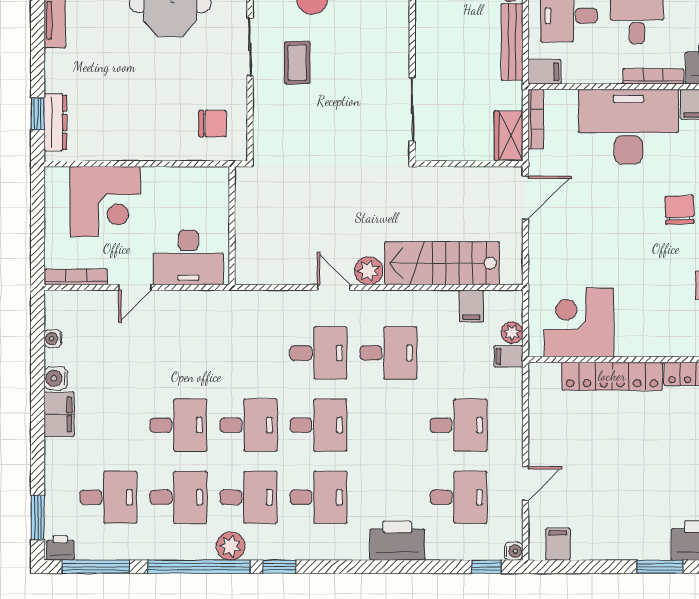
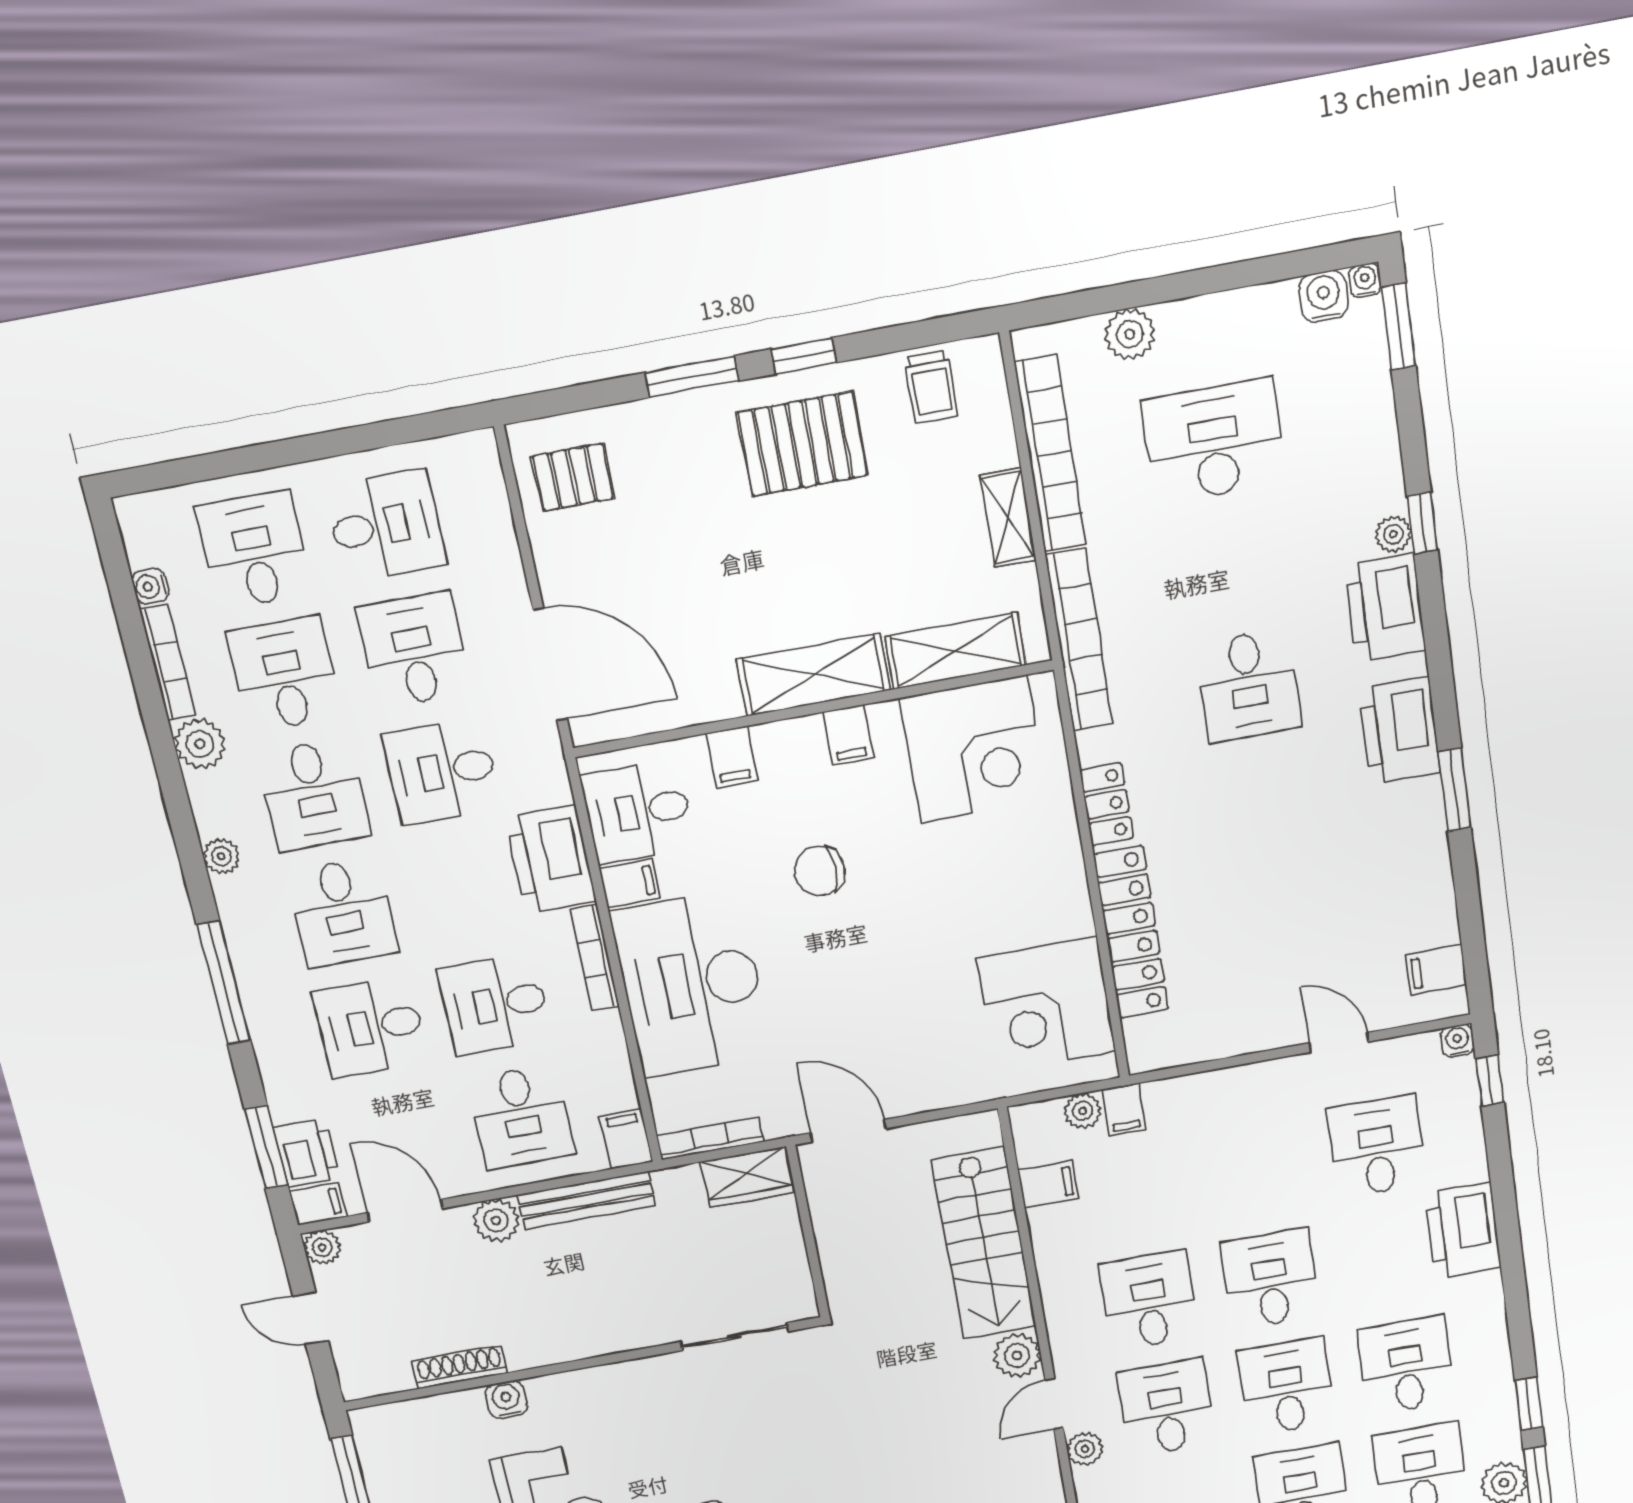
plant: (301, 301) -> (1085, 1449), added
desk: (459, 425) -> (1270, 1279), moved

